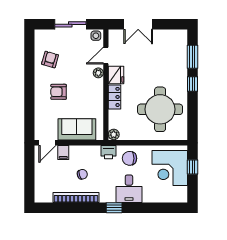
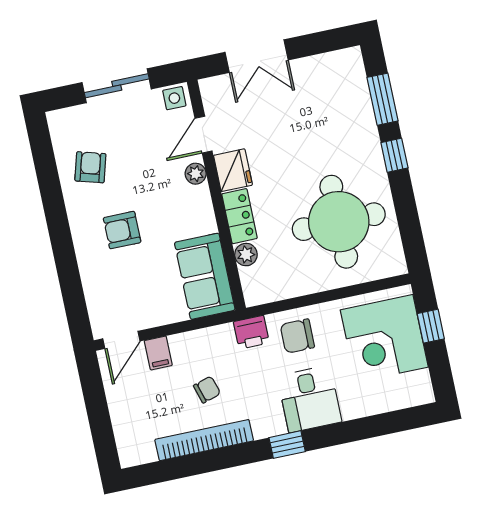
sofa: (77, 129) -> (205, 276), moved, turned -90
plant: (114, 134) -> (246, 255), moved

